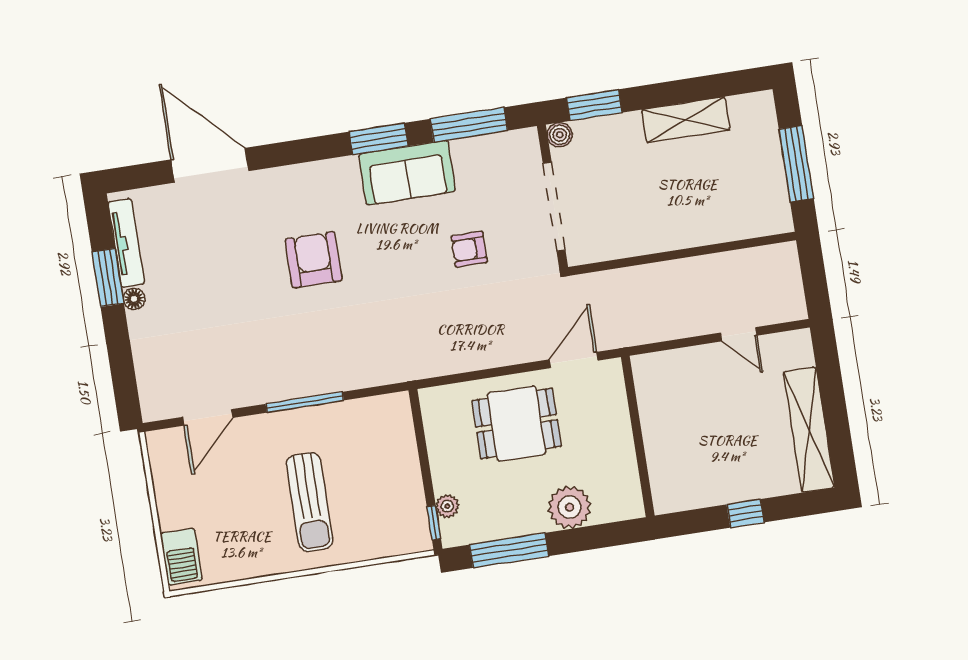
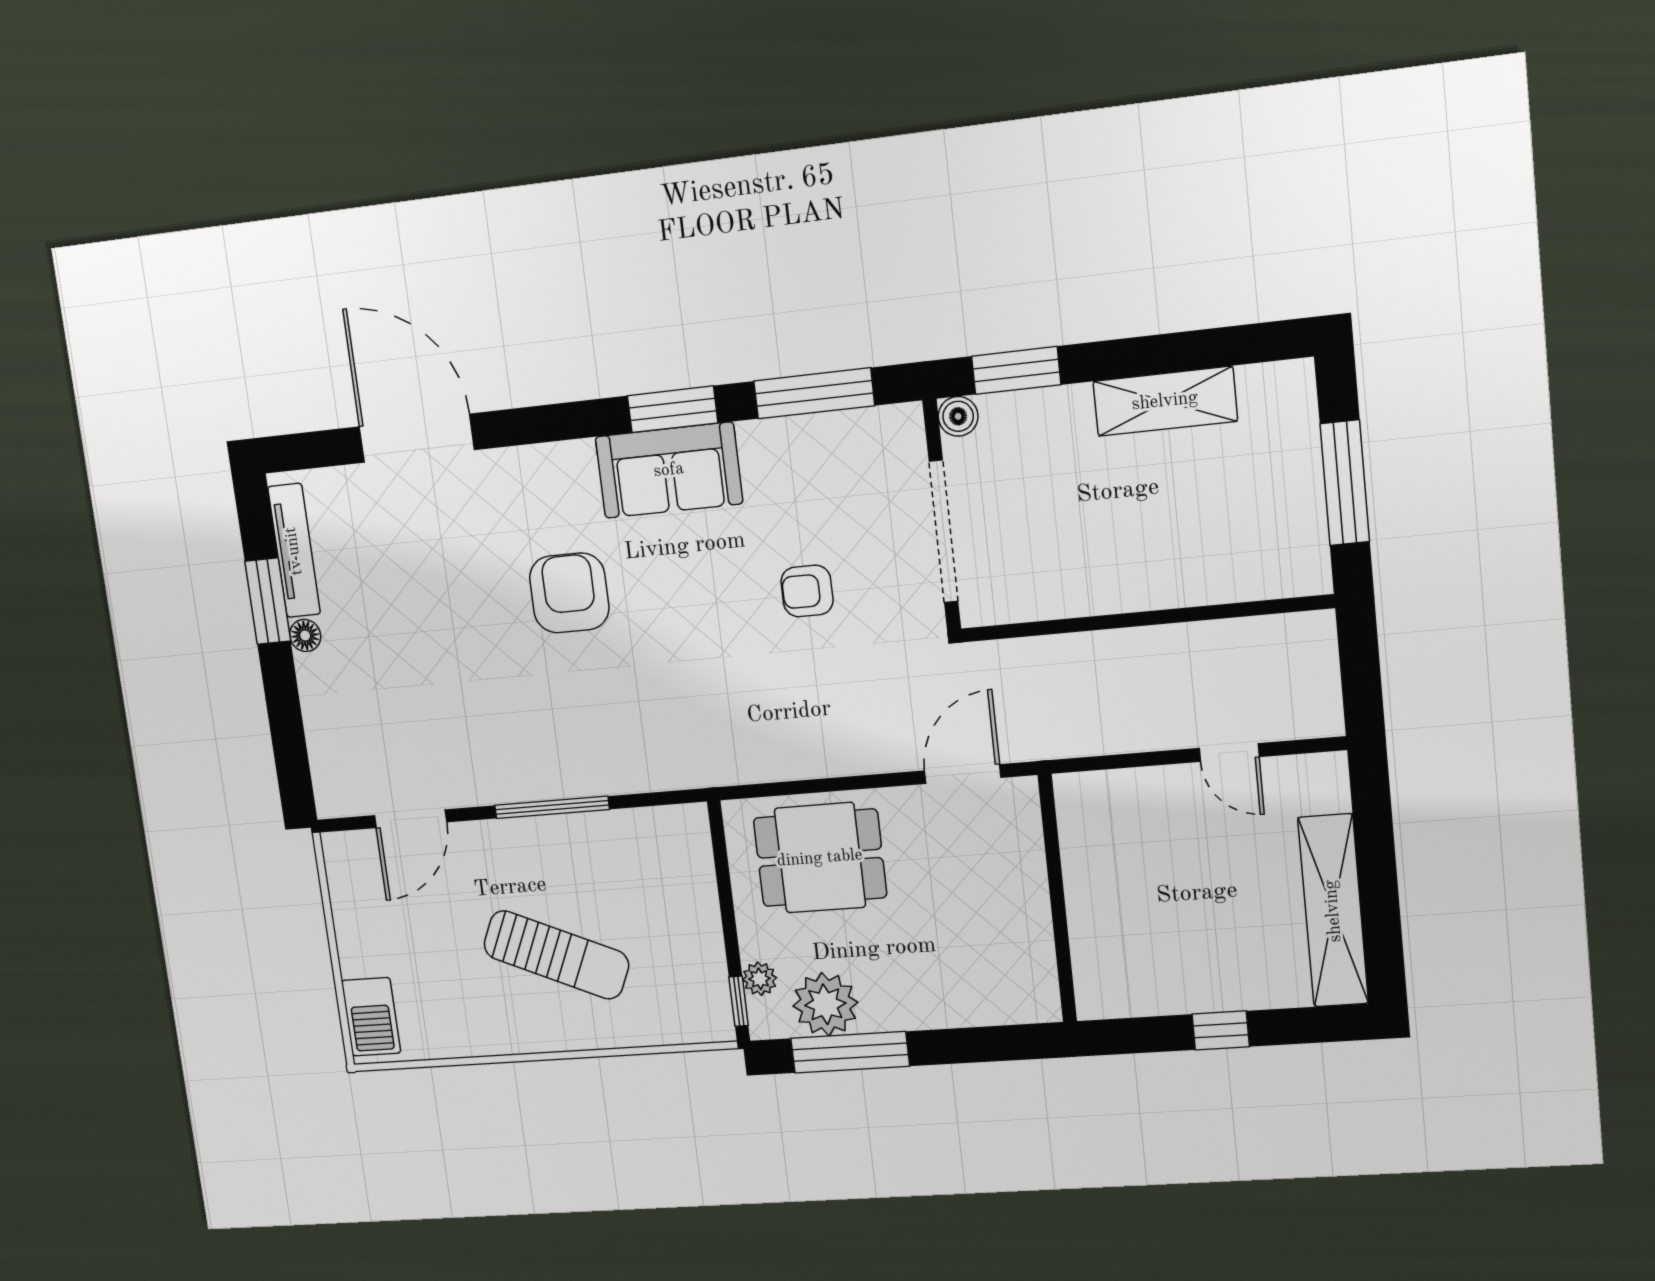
sofa: (407, 173) -> (669, 470), moved
dining table: (517, 424) -> (820, 858), moved
sun lounger: (310, 502) -> (556, 955), turned -66
plant: (569, 507) -> (825, 1004), moved

